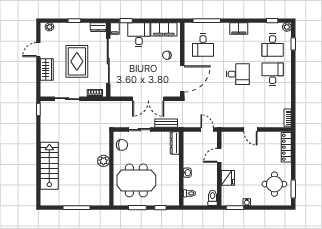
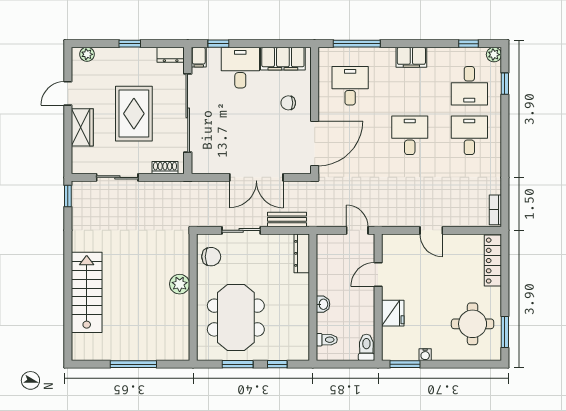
desk: (203, 45) -> (350, 86), turned 180
desk: (238, 74) -> (410, 135), turned -90
meeting table: (136, 180) -> (236, 318), turned 90

